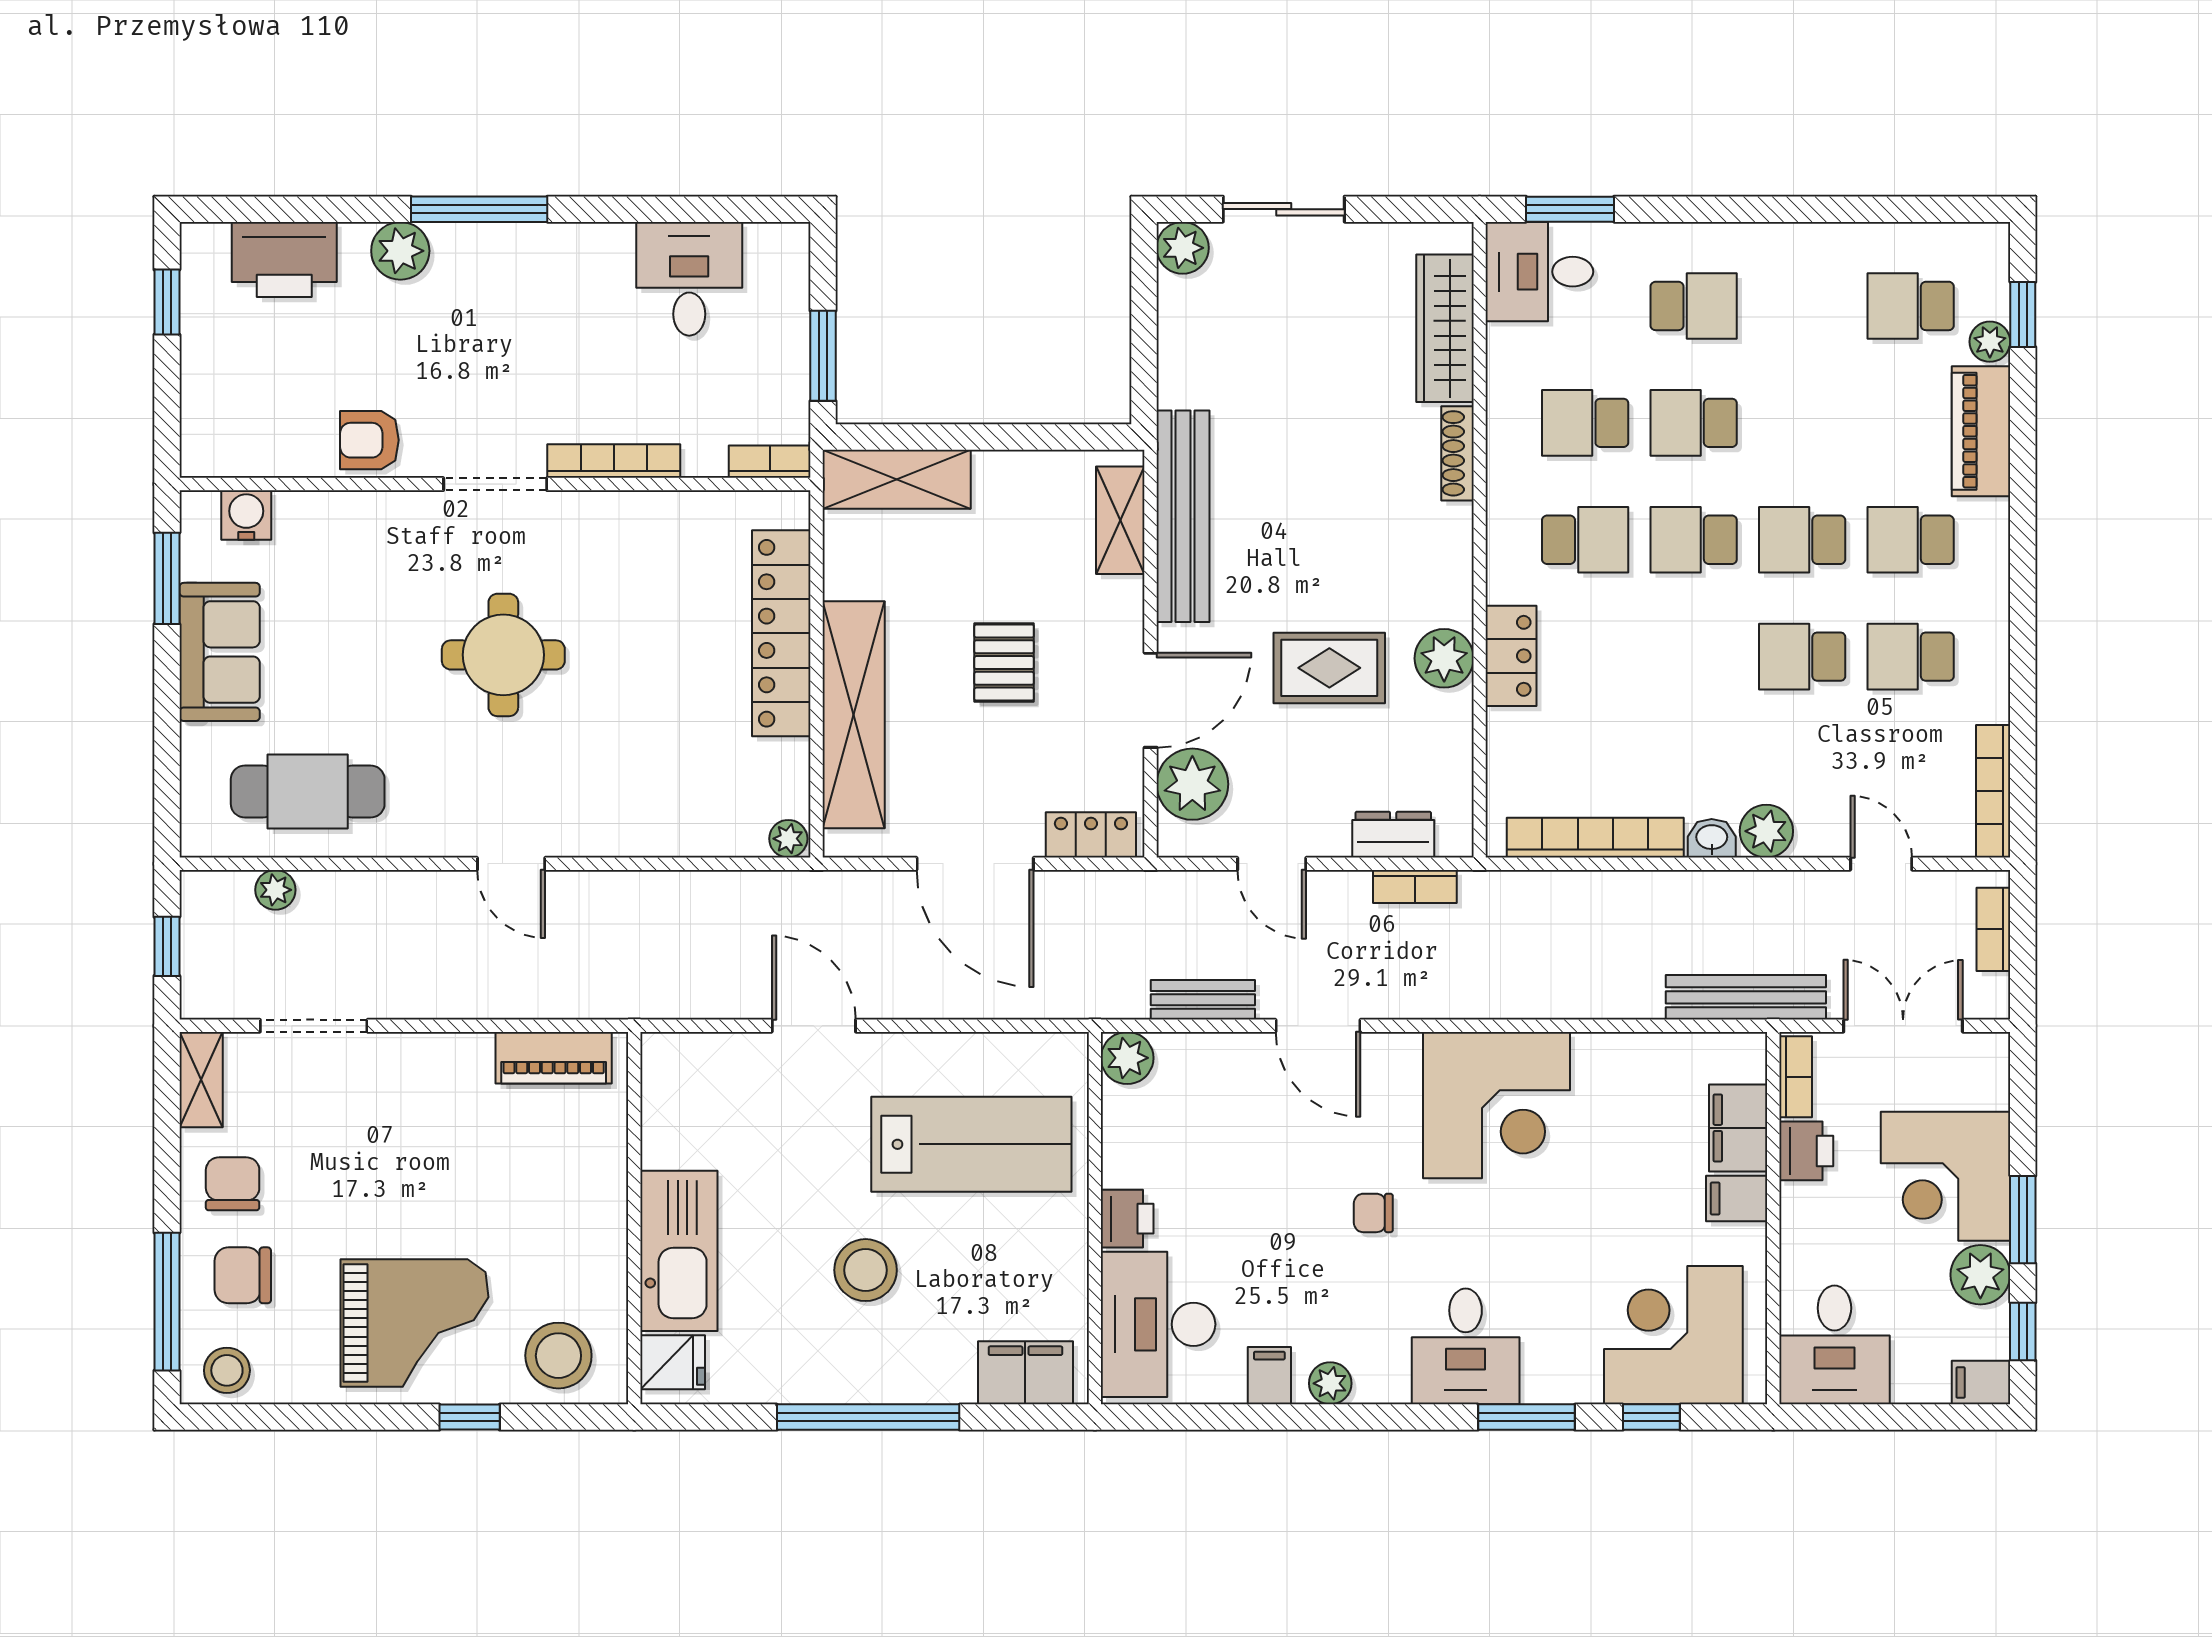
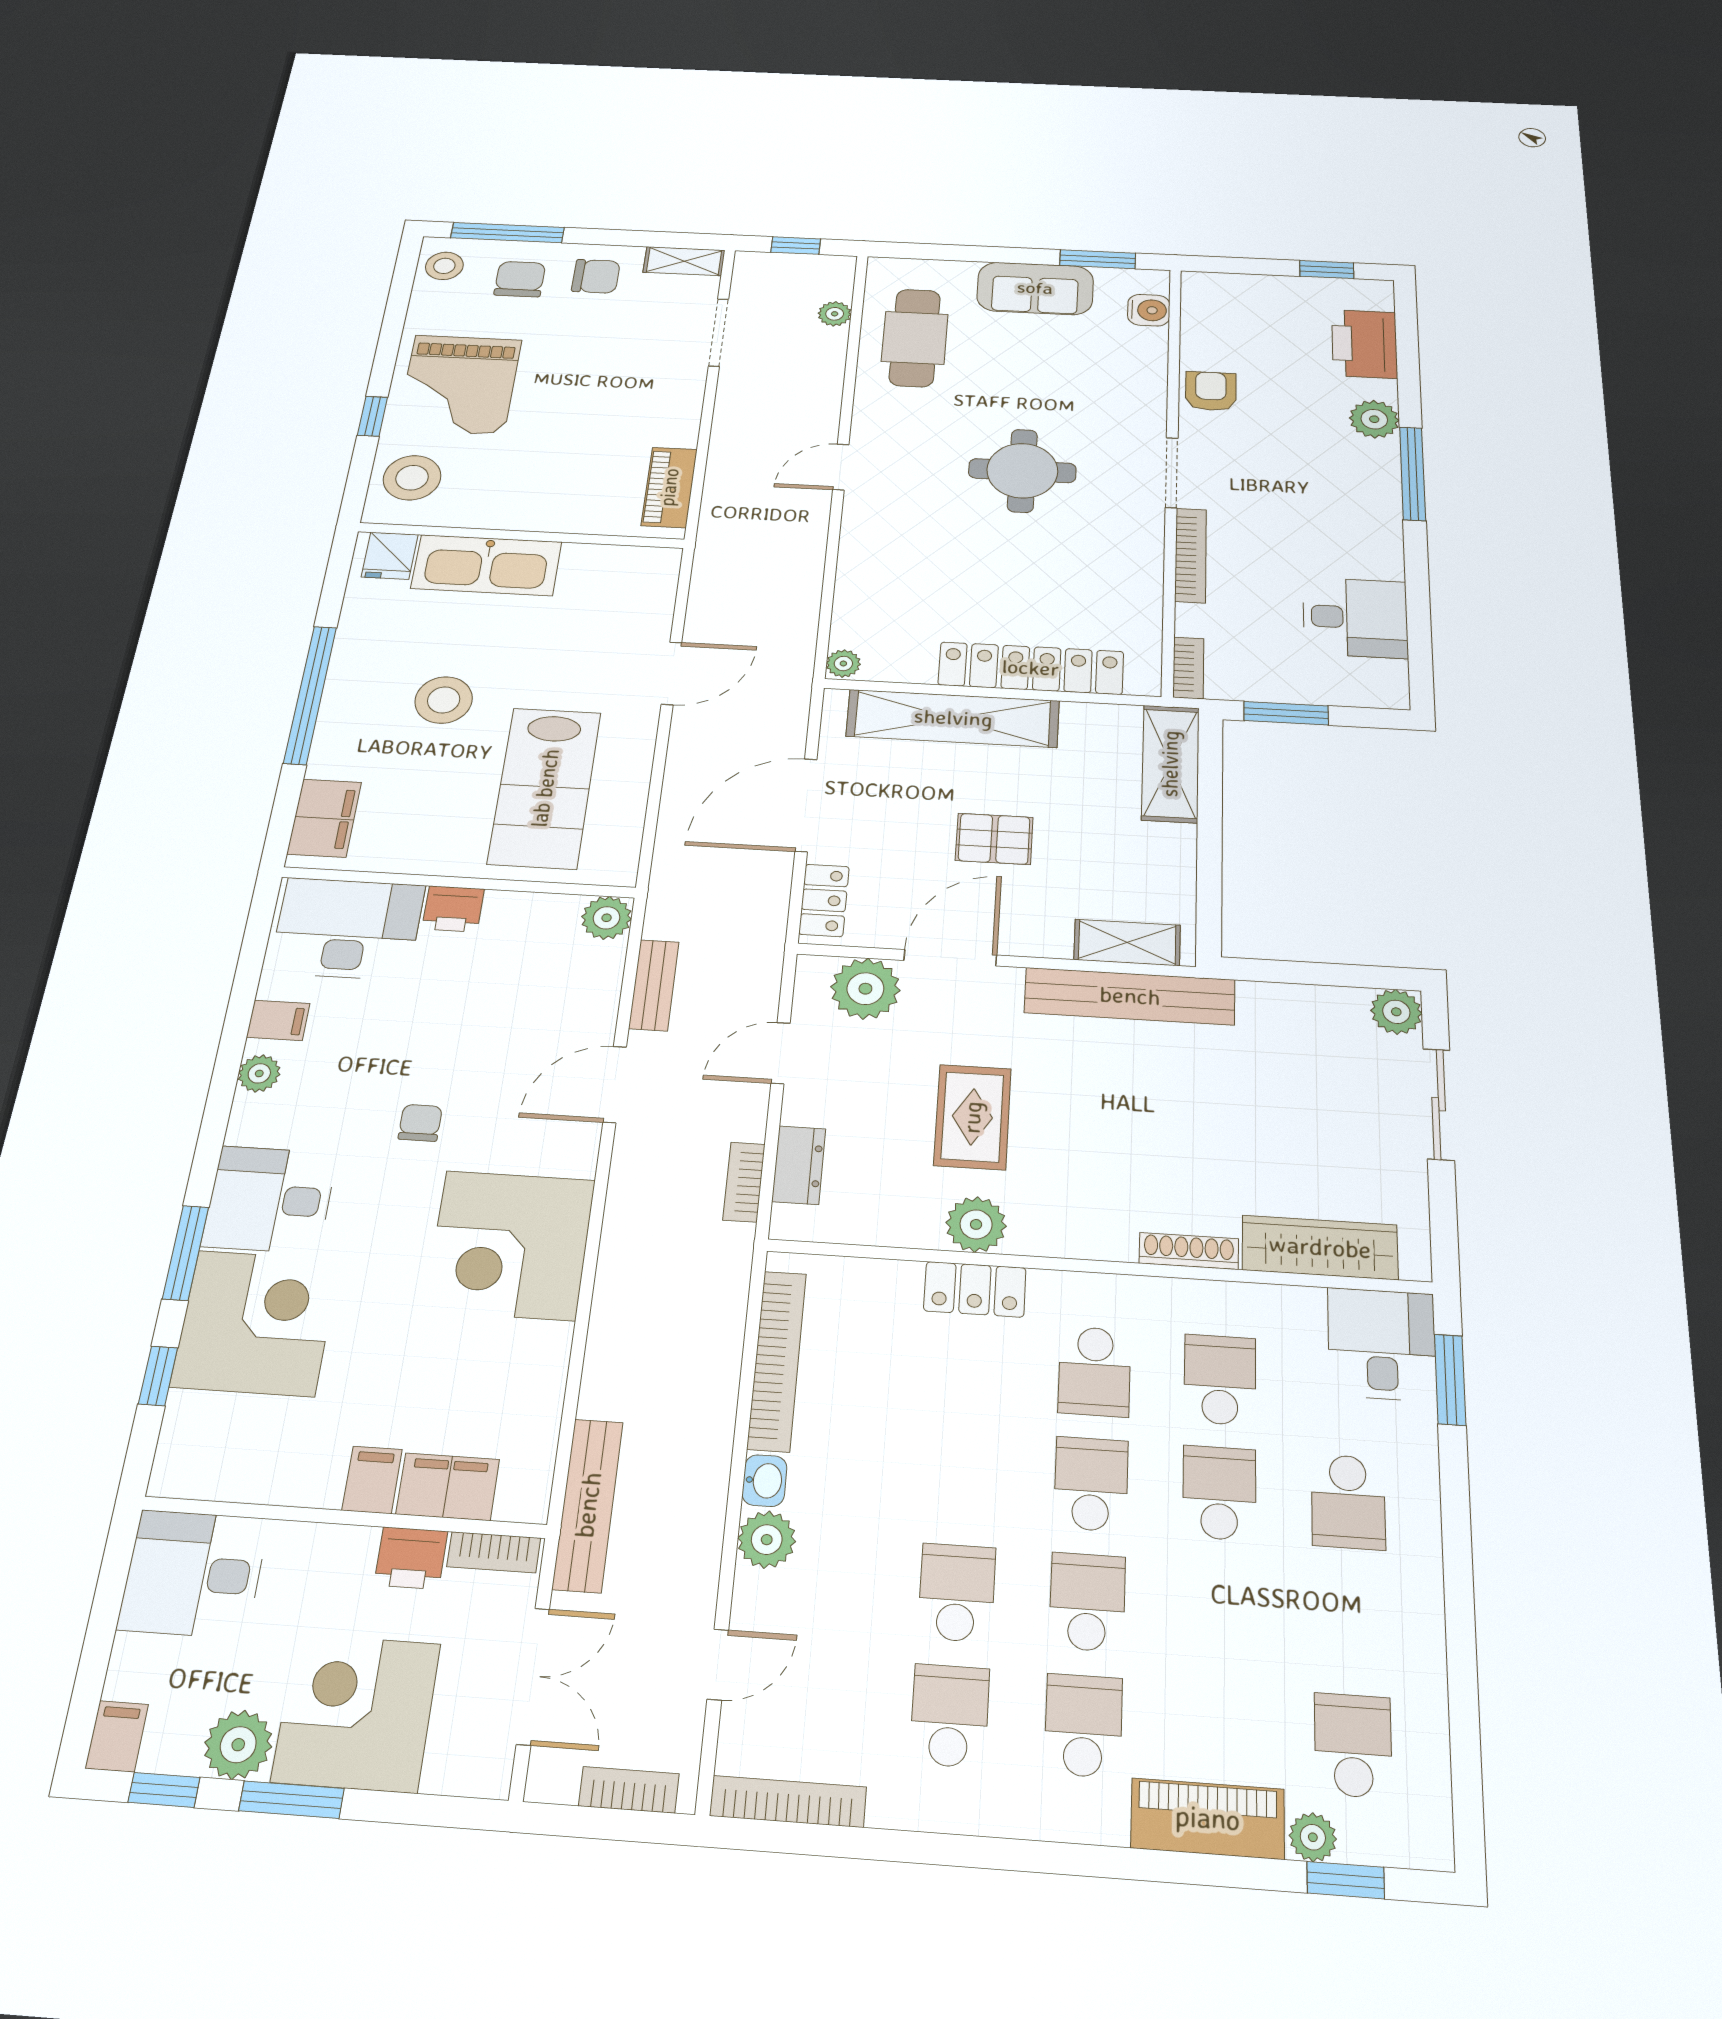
door: (1151, 700) -> (950, 958), swing flipped
corner desk: (1673, 1335) -> (256, 1323), moved

